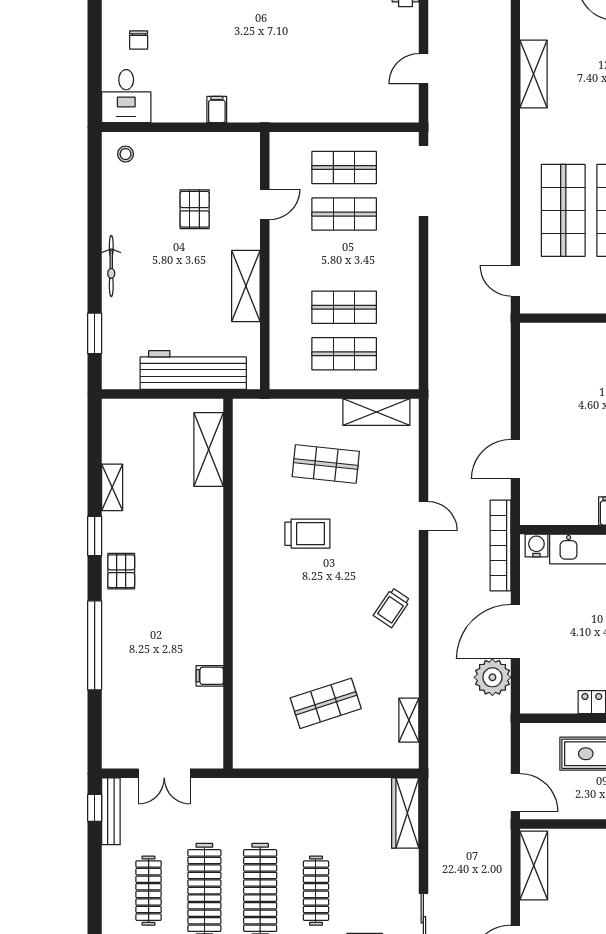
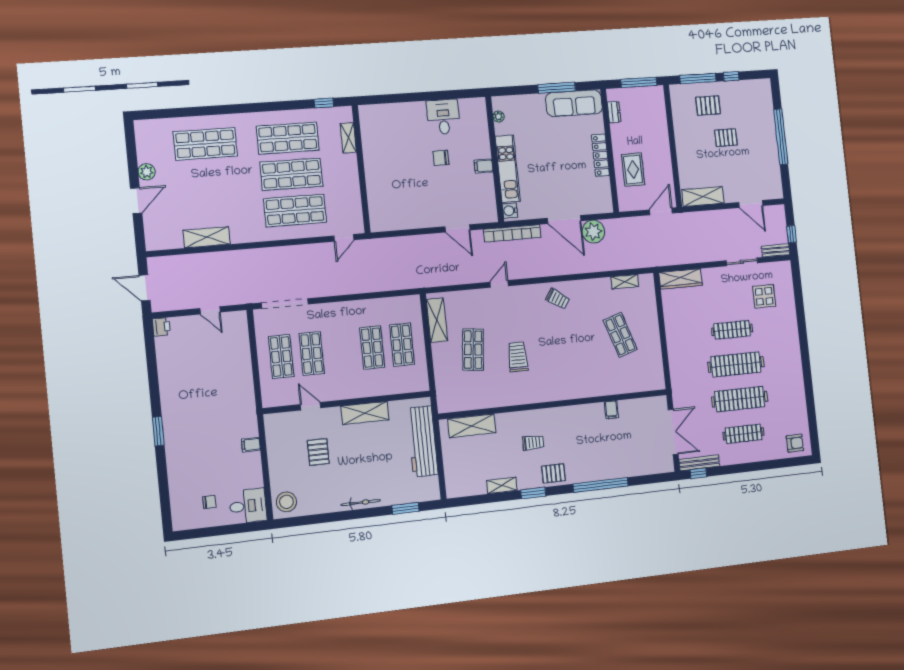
stool: (126, 154) -> (286, 502), width x1.89, depth x1.89
pallet: (195, 209) -> (318, 452), turned 90
trolley: (172, 544) -> (533, 443), added
double door: (164, 773) -> (673, 432), width x1.37

